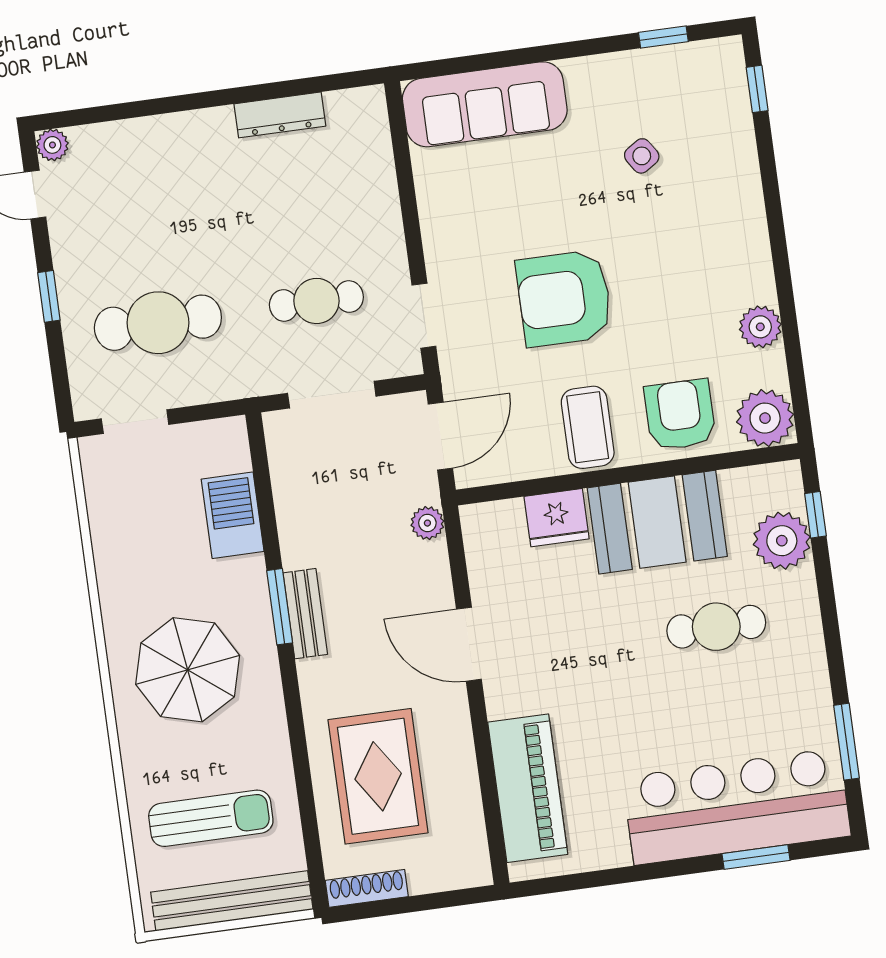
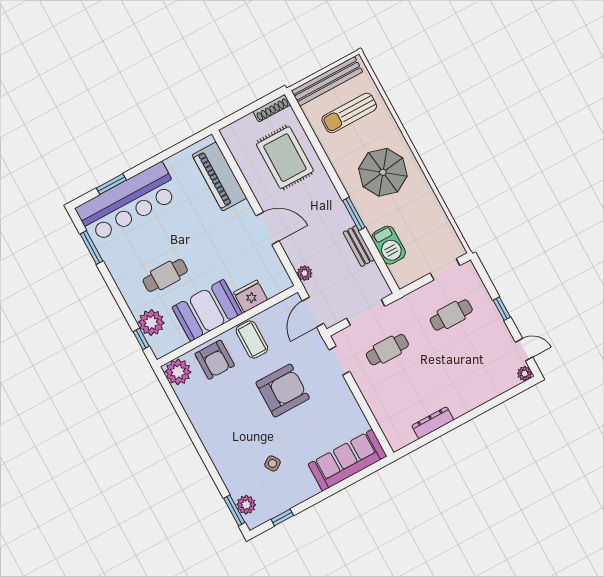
window: (757, 89) -> (234, 510), width x1.50
cafe table: (158, 323) -> (451, 315), width x0.73, depth x0.74
plant: (760, 327) -> (246, 505), moved
bench: (305, 614) -> (359, 246), moved

